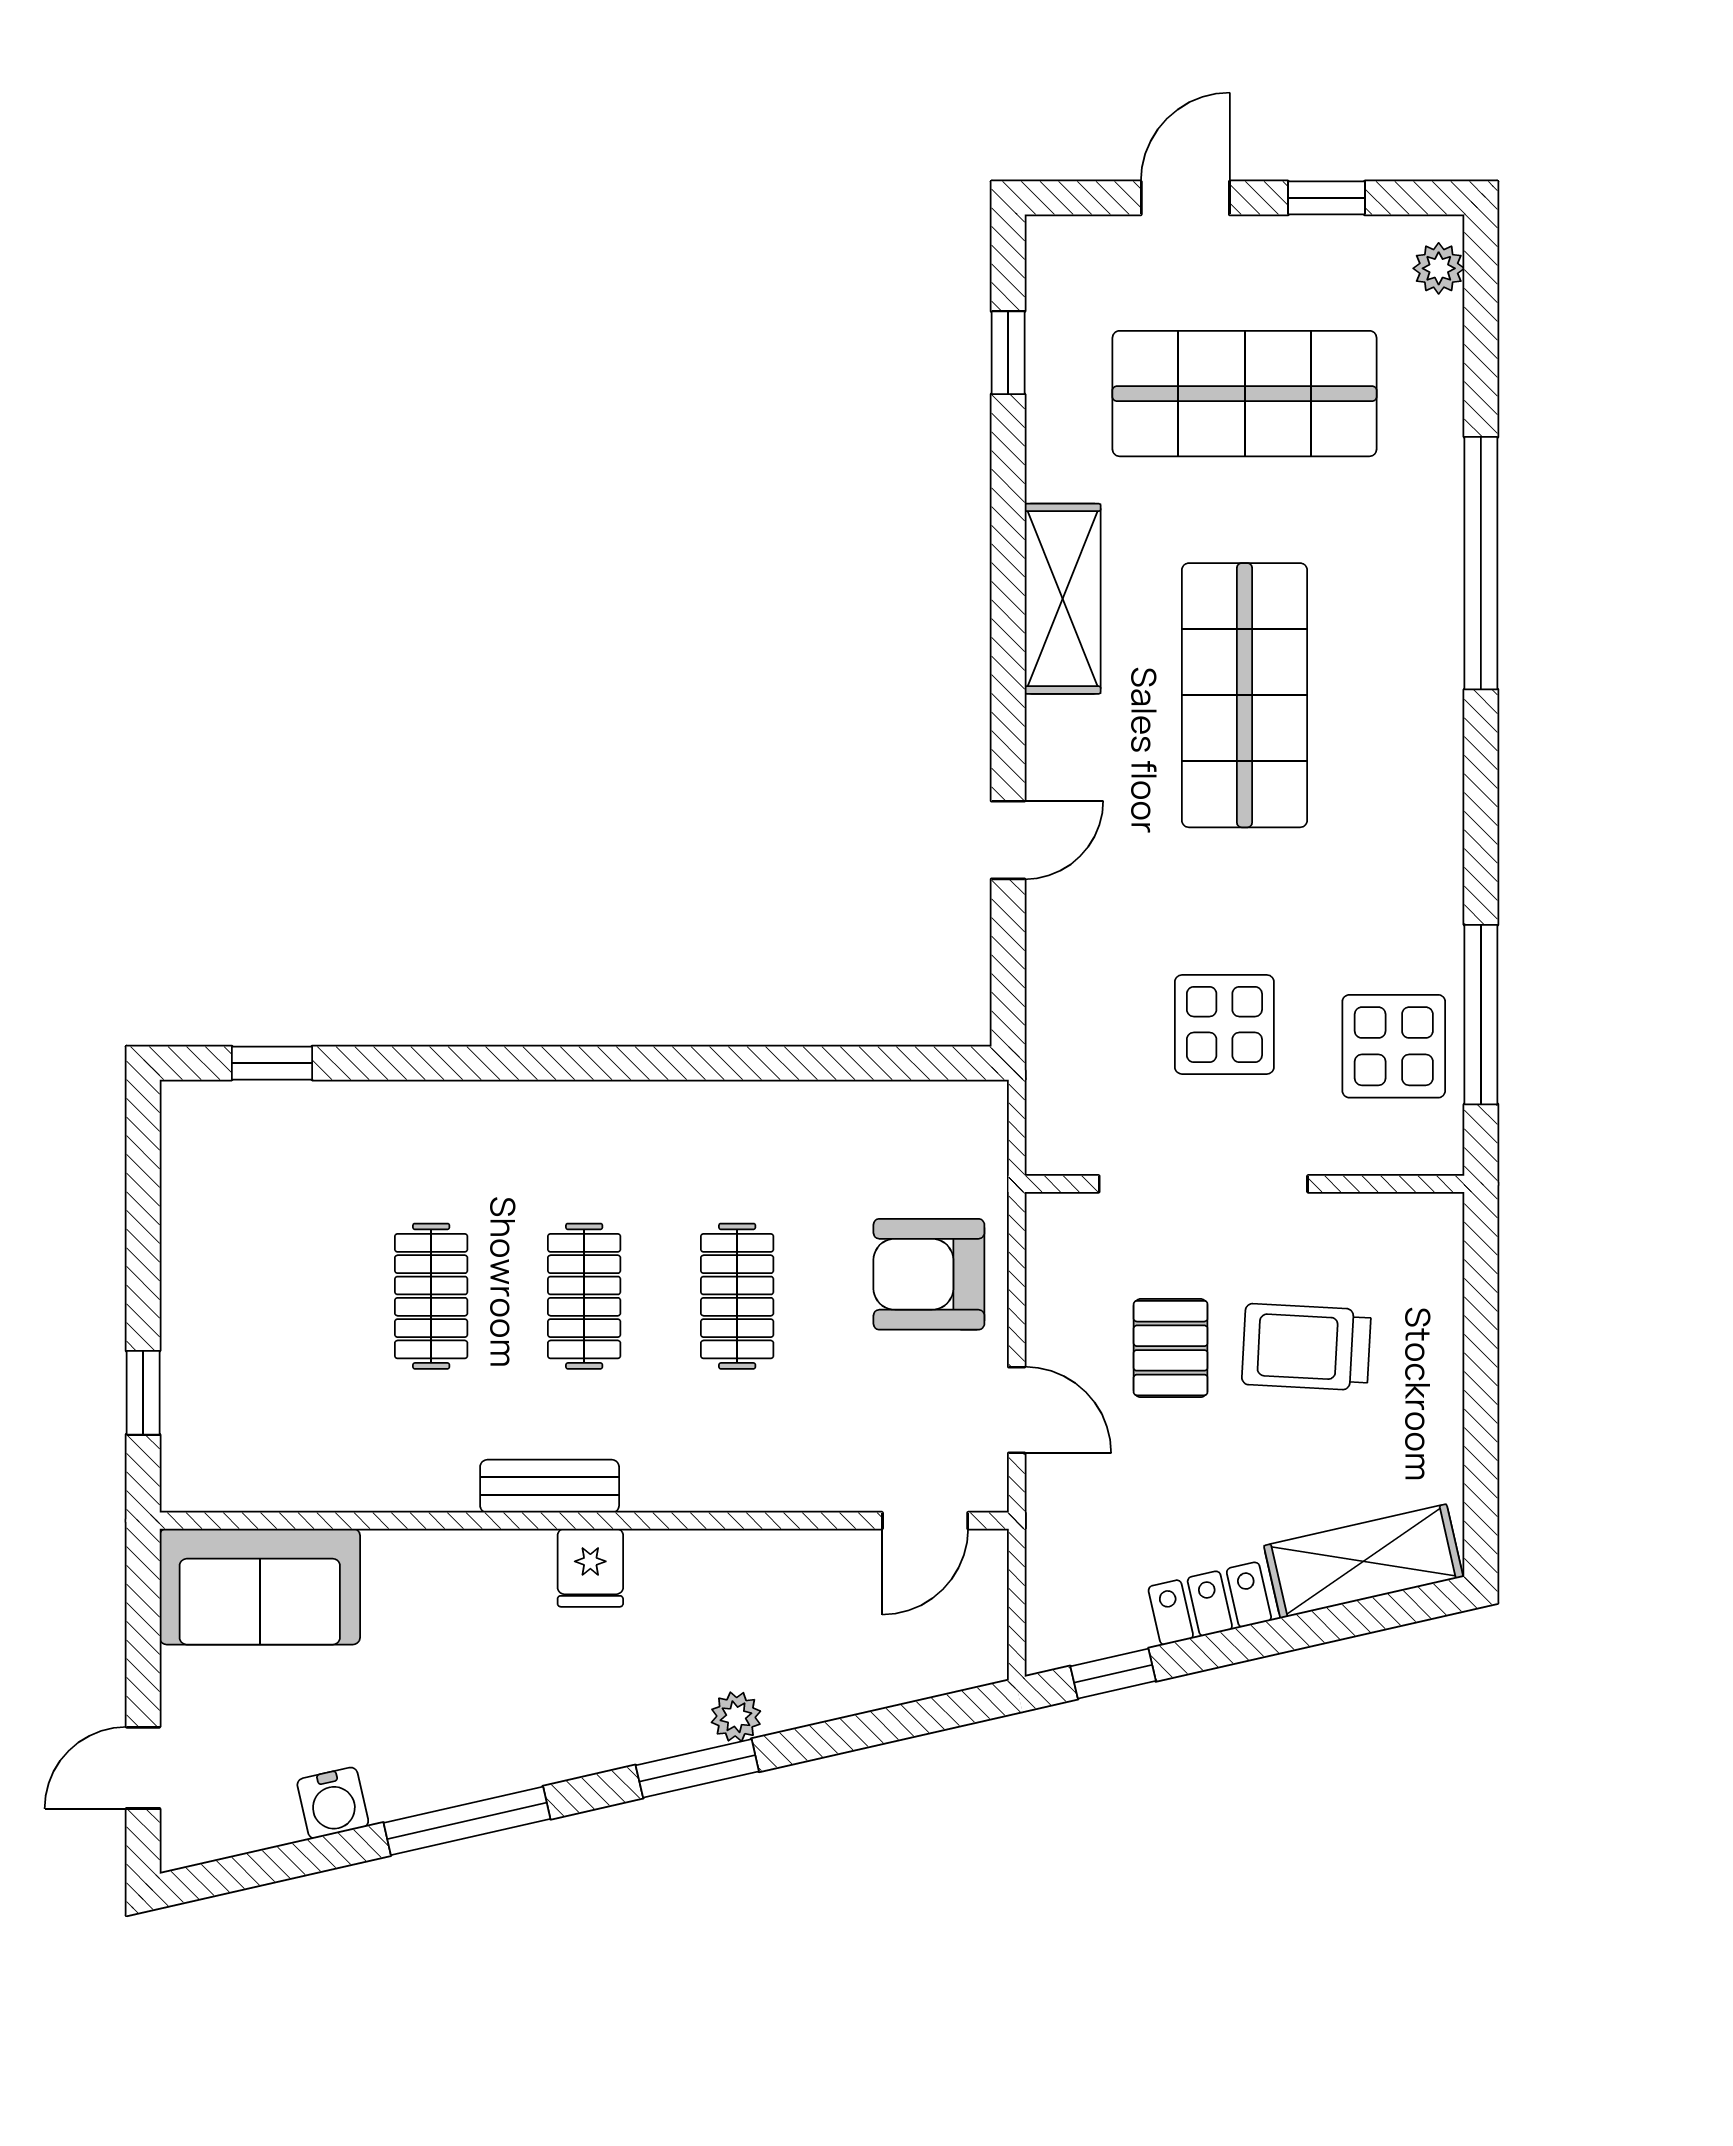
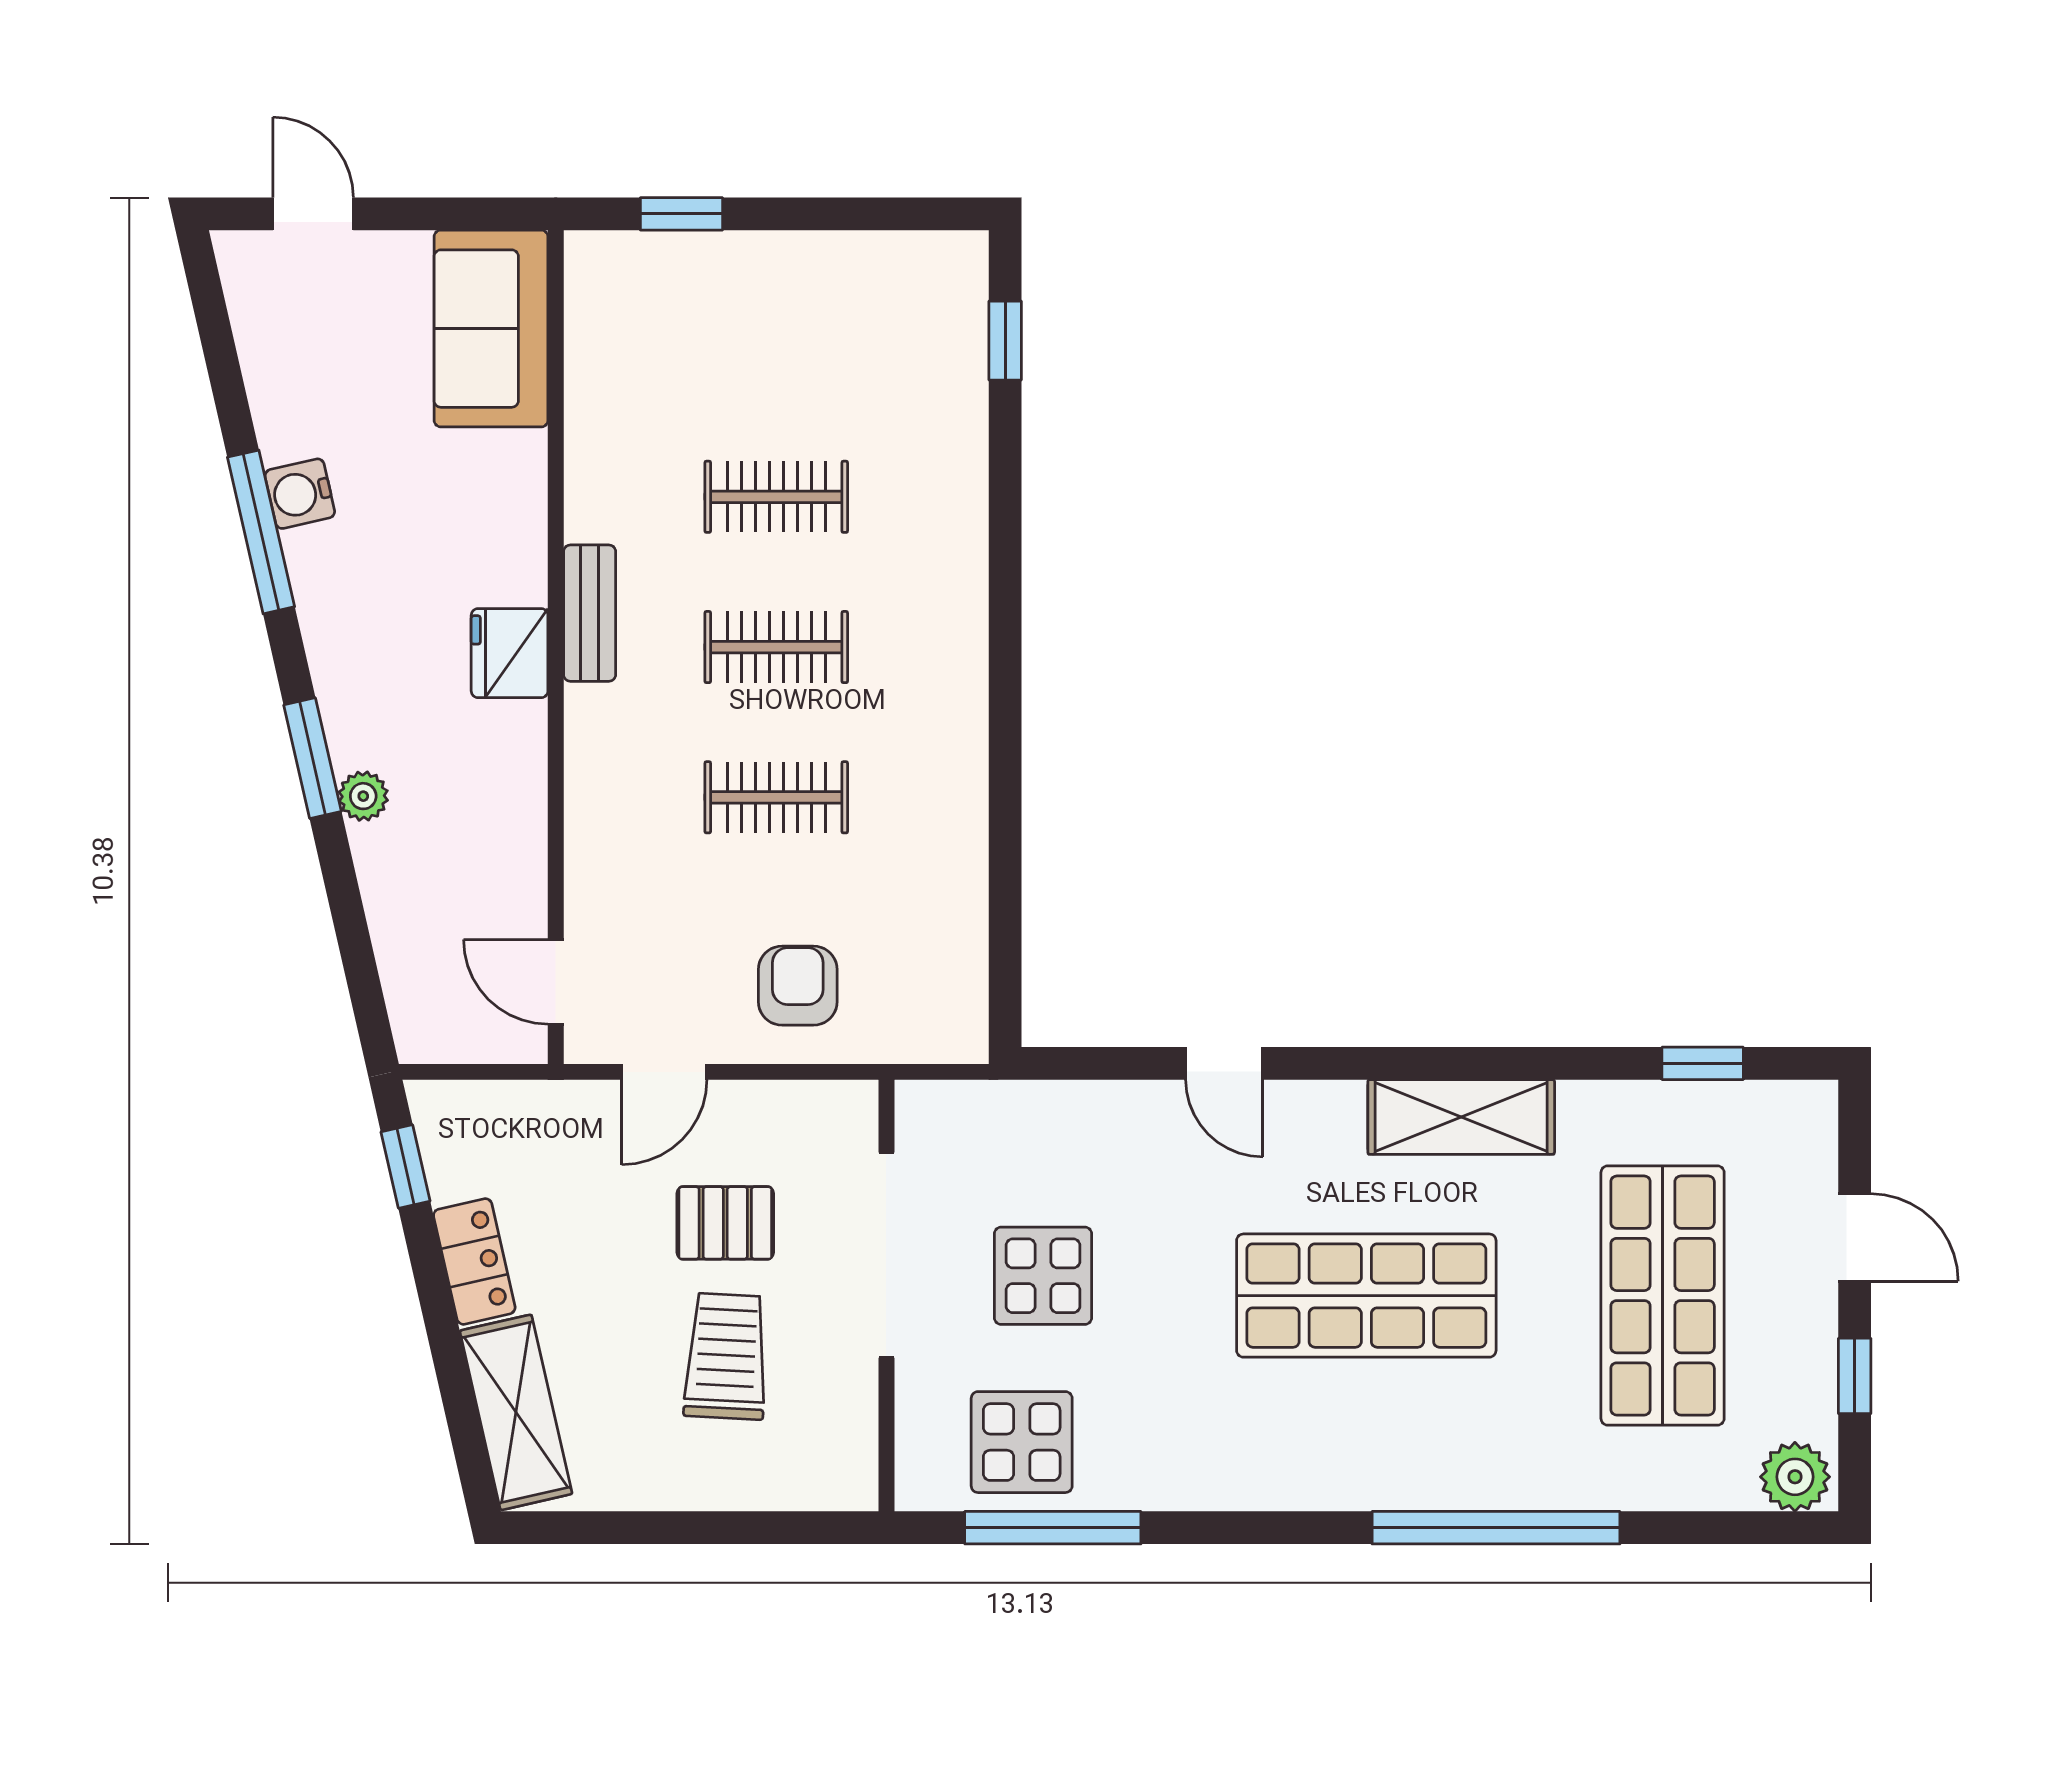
plant: (1439, 268) -> (1795, 1477), width x1.38, depth x1.38
armchair: (929, 1274) -> (798, 986), width x0.72, depth x0.72
fridge: (590, 1568) -> (510, 653), width x1.38
water cooler: (333, 1803) -> (300, 494), moved

